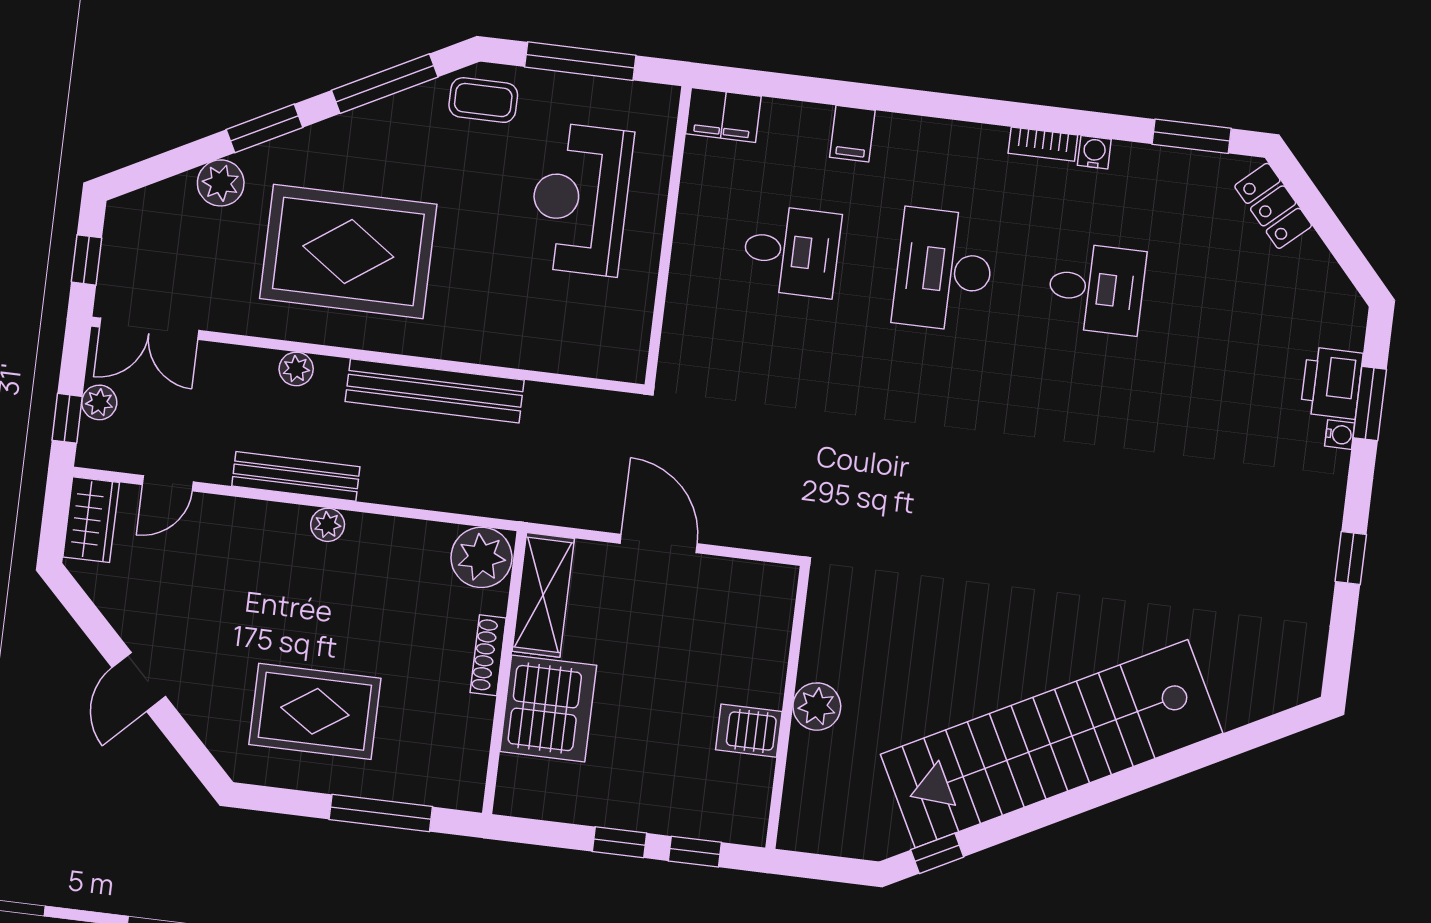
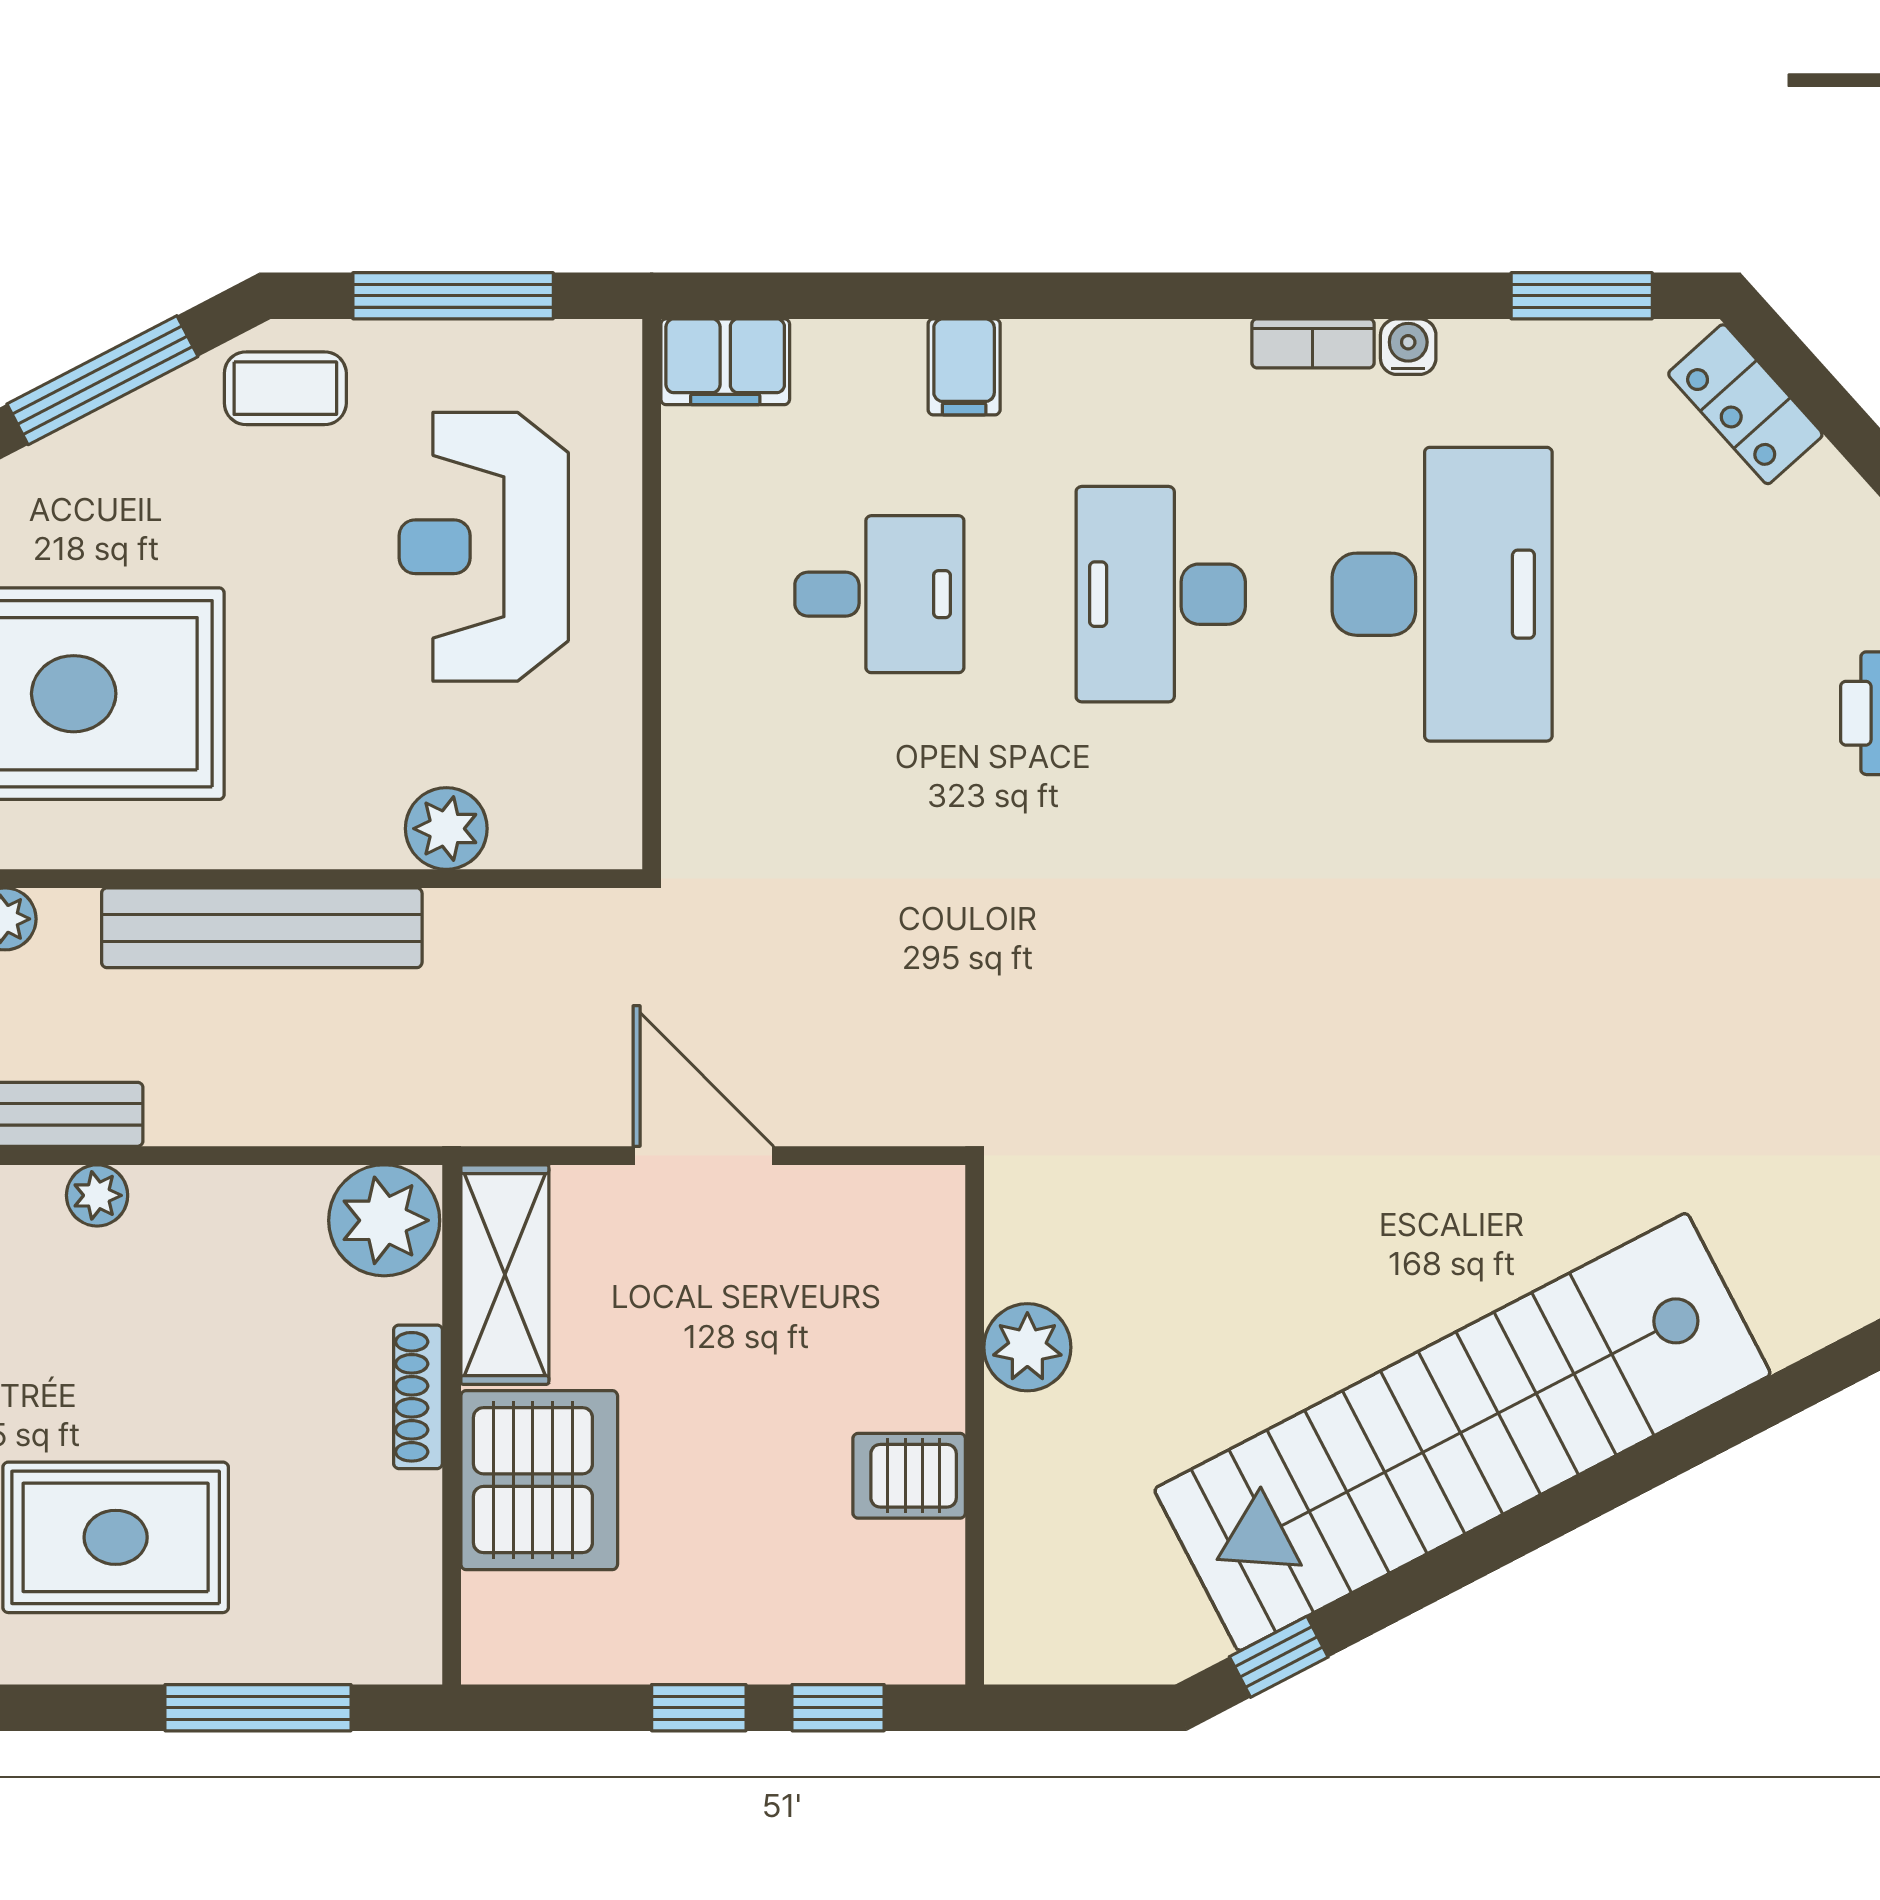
desk: (1096, 289) -> (1442, 594), width x1.87, depth x1.30
plant: (541, 349) -> (446, 829), added
plant: (817, 707) -> (1027, 1347), moved

